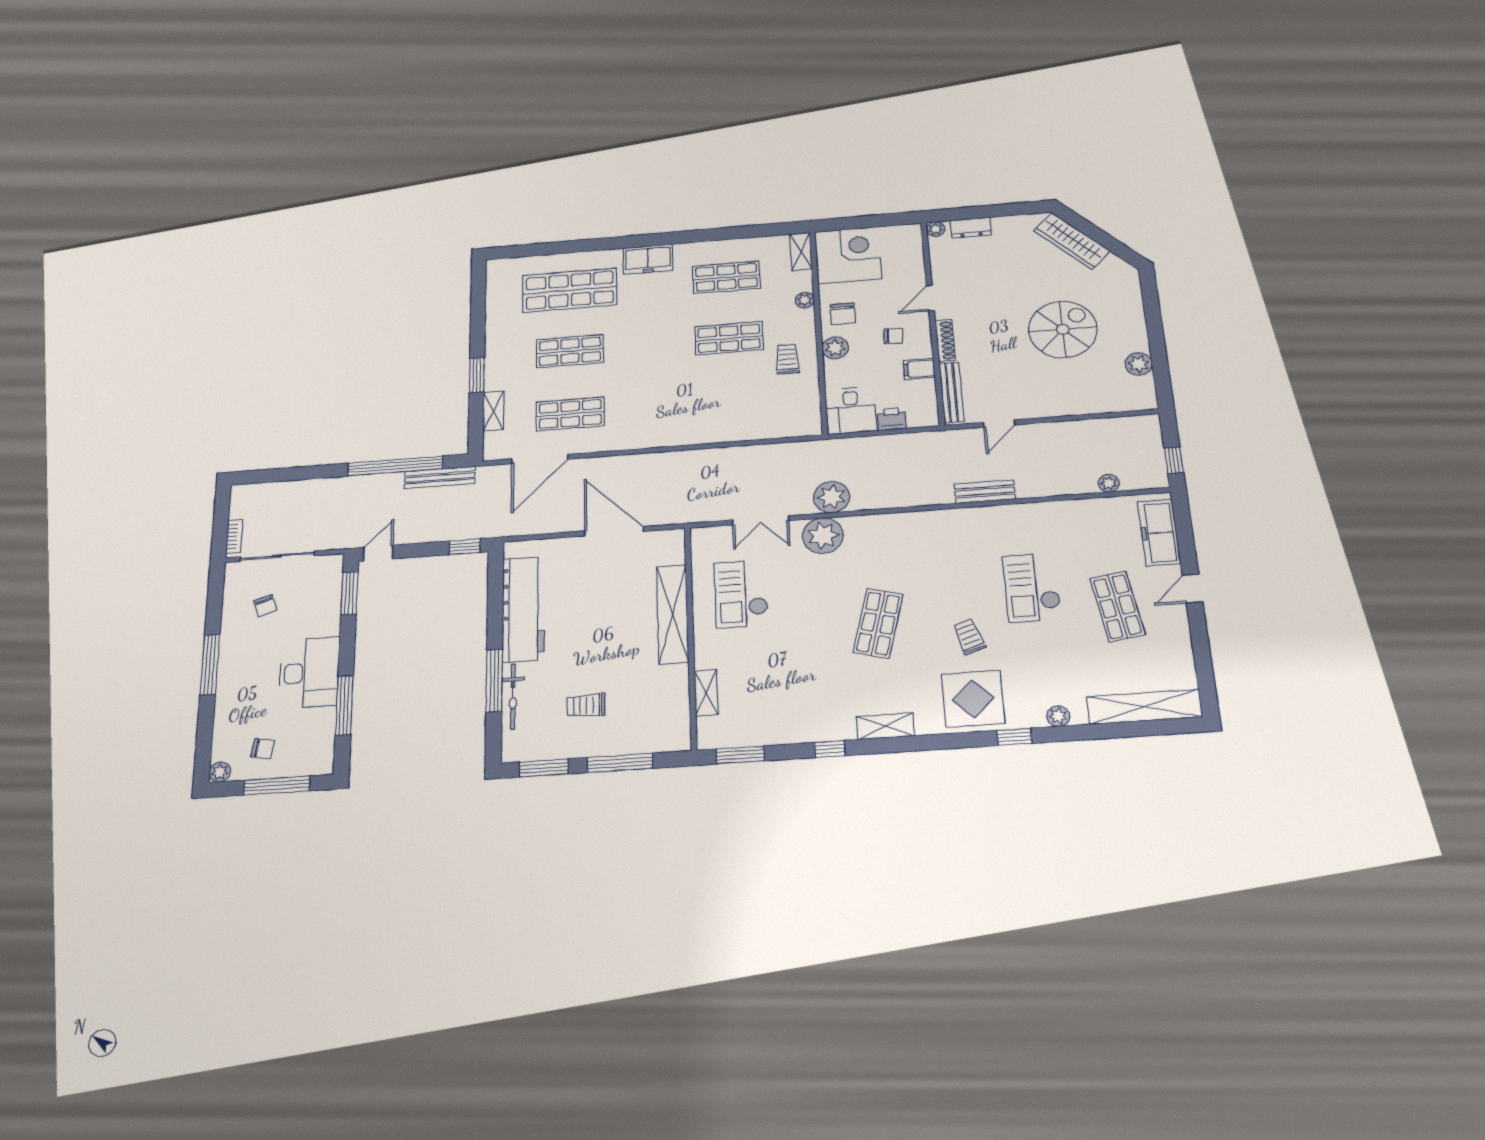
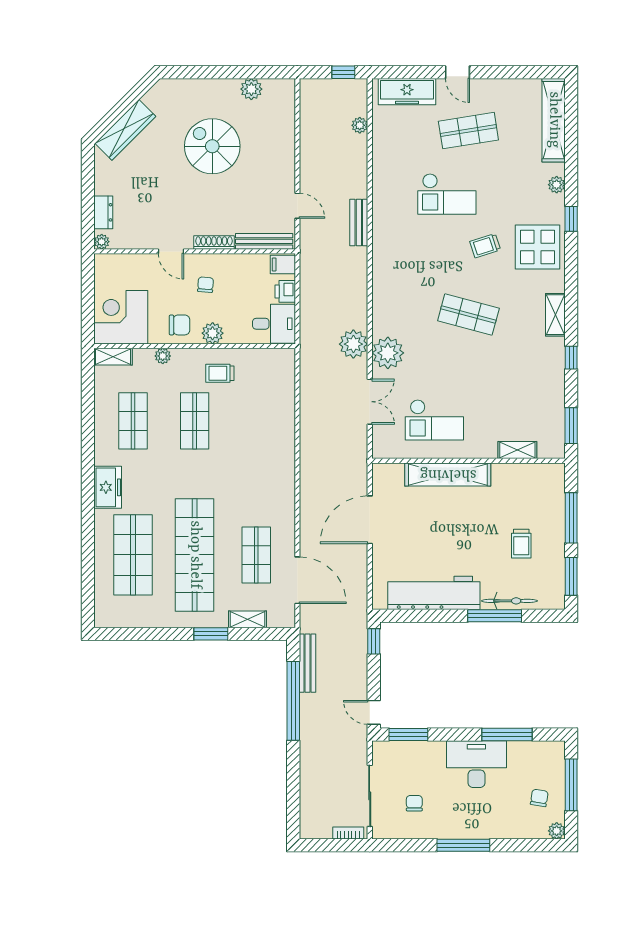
shop shelf: (570, 351) -> (195, 555), width x2.00, depth x1.36
filing cabinet: (919, 369) -> (283, 264), moved, turned 90
chair: (265, 606) -> (414, 803), turned -72

